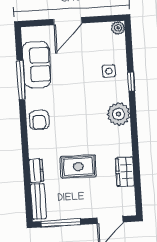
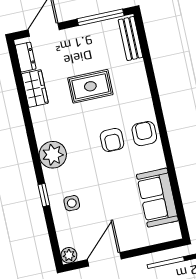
door: (68, 21) -> (104, 259), moved
window: (21, 80) -> (173, 177), removed
armchair: (67, 119) -> (112, 140), added
dresser: (36, 171) -> (26, 57), moved, turned 180

